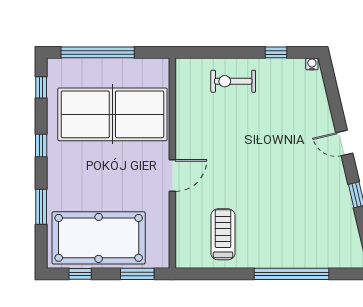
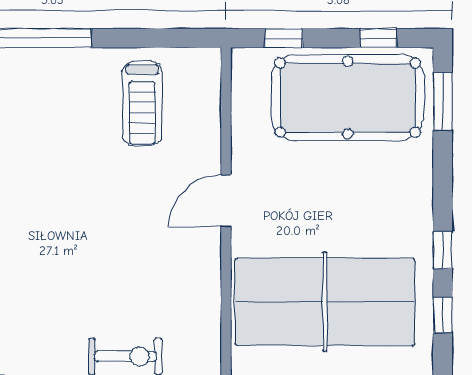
window: (41, 87) -> (443, 315), moved
window: (41, 207) -> (443, 101), moved
window: (137, 274) -> (284, 38), width x0.67

